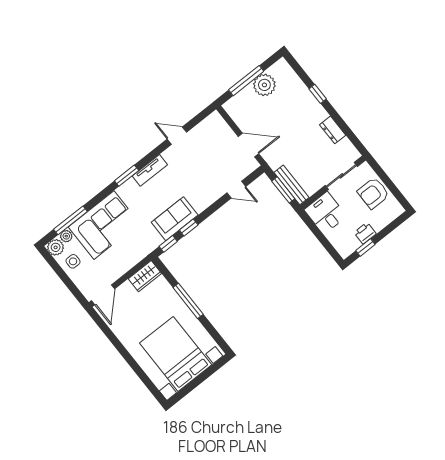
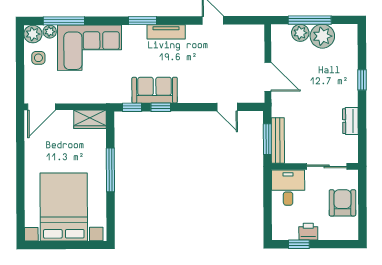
plant: (247, 95) -> (300, 33), added
armchair: (373, 193) -> (342, 203), turned 90

